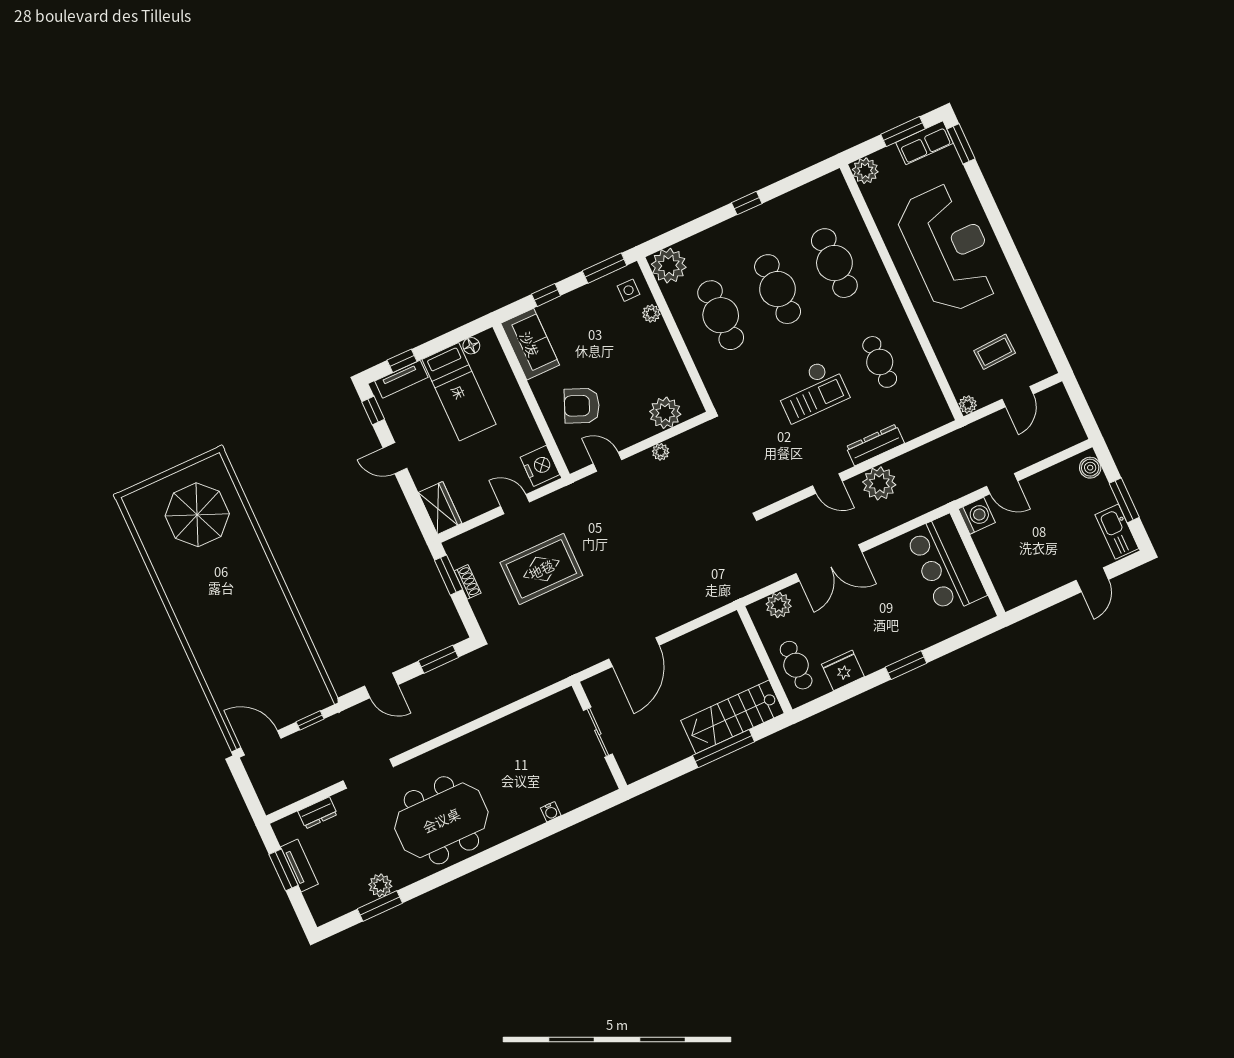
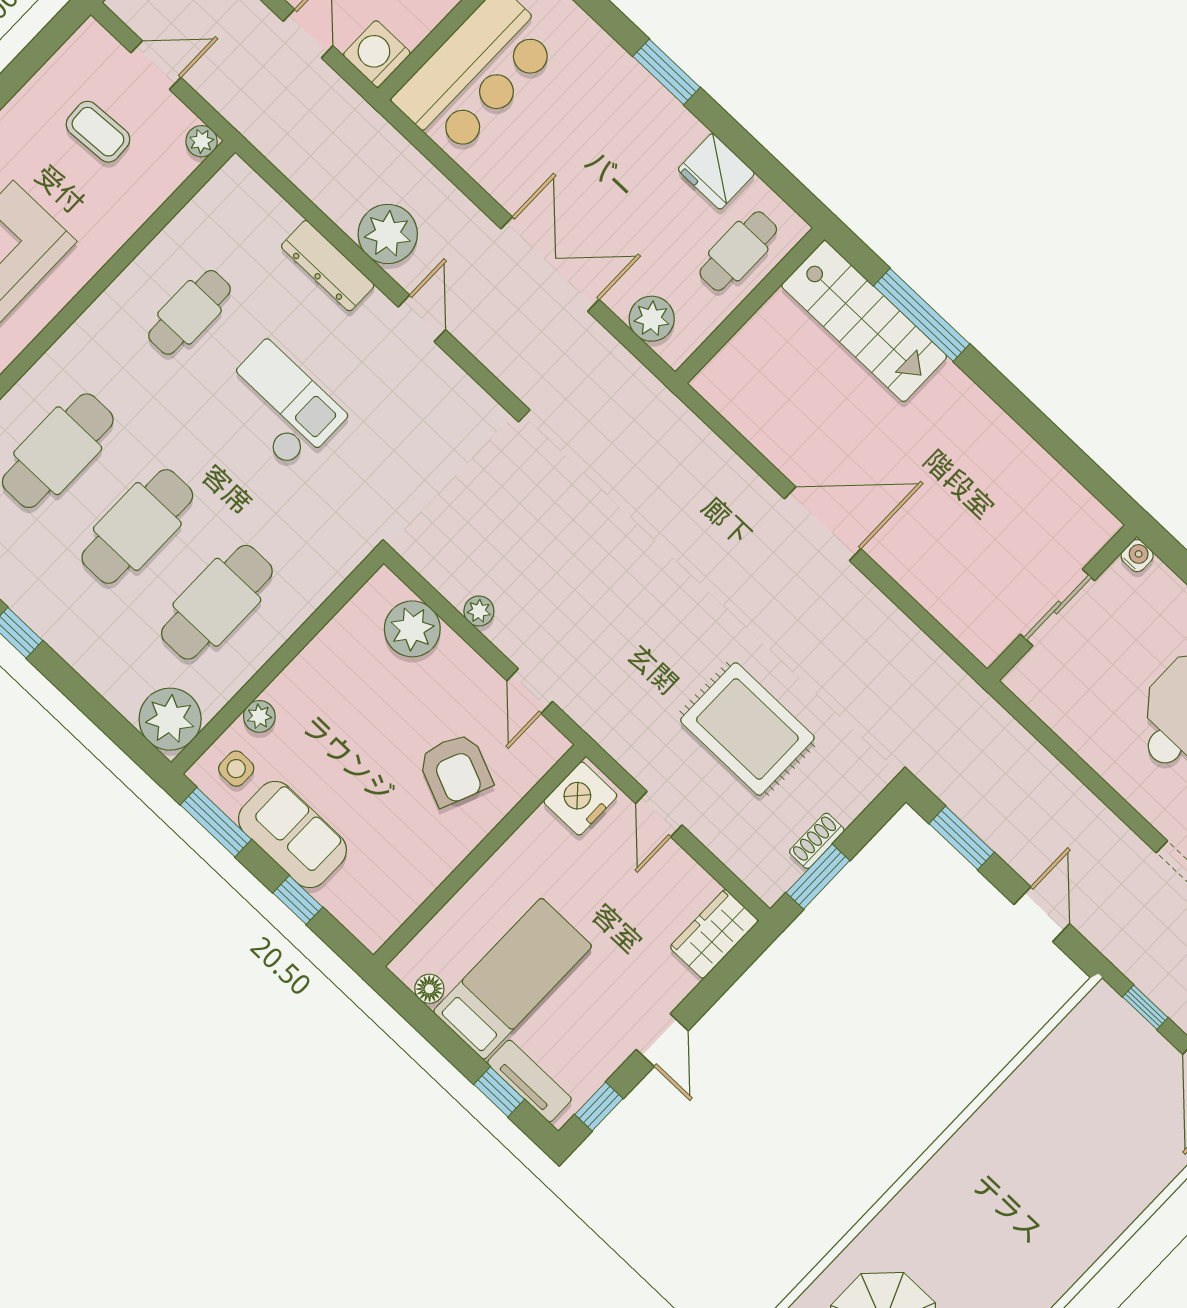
sofa: (530, 344) -> (292, 835), moved, turned 90
sliding door: (598, 732) -> (1058, 608), moved
wall: (599, 735) -> (1062, 603), moved

